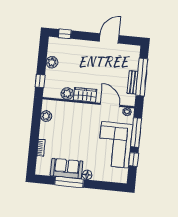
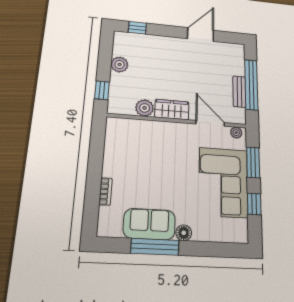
plant: (46, 116) -> (113, 142), removed
window: (136, 132) -> (253, 163), width x0.69

